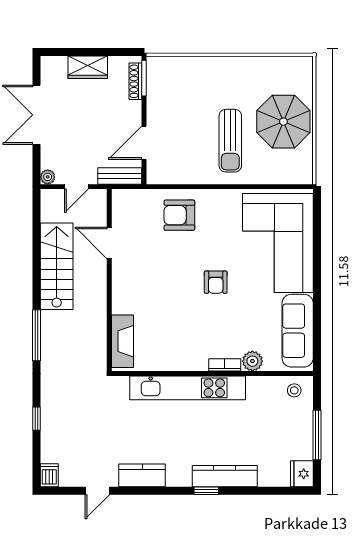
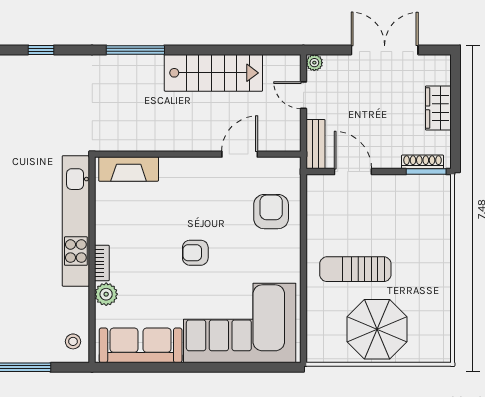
door: (109, 243) -> (240, 154), moved
wall: (109, 280) -> (198, 154), moved
fireplace: (122, 341) -> (129, 169), moved

